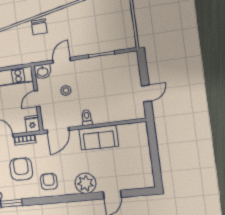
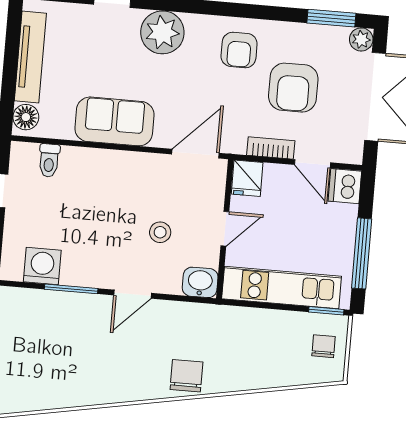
door: (62, 60) -> (133, 294), moved
washing machine: (118, 62) -> (42, 266), added
toilet: (87, 118) -> (49, 160), moved
floor lamp: (141, 131) -> (26, 117), added
tv unit: (145, 160) -> (30, 57), added

